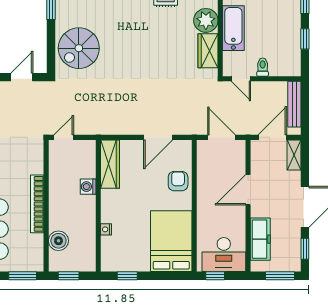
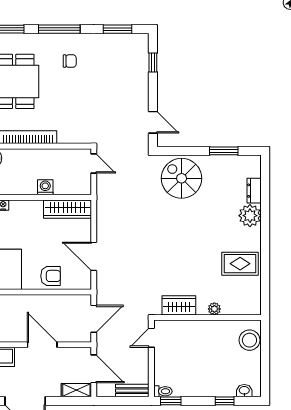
plant: (206, 20) -> (214, 309), width x0.53, depth x0.53
bathtub: (233, 28) -> (201, 330), removed
window: (305, 39) -> (171, 401), moved
toilet: (263, 67) -> (163, 391), moved
bench: (294, 104) -> (132, 391), width x0.73

